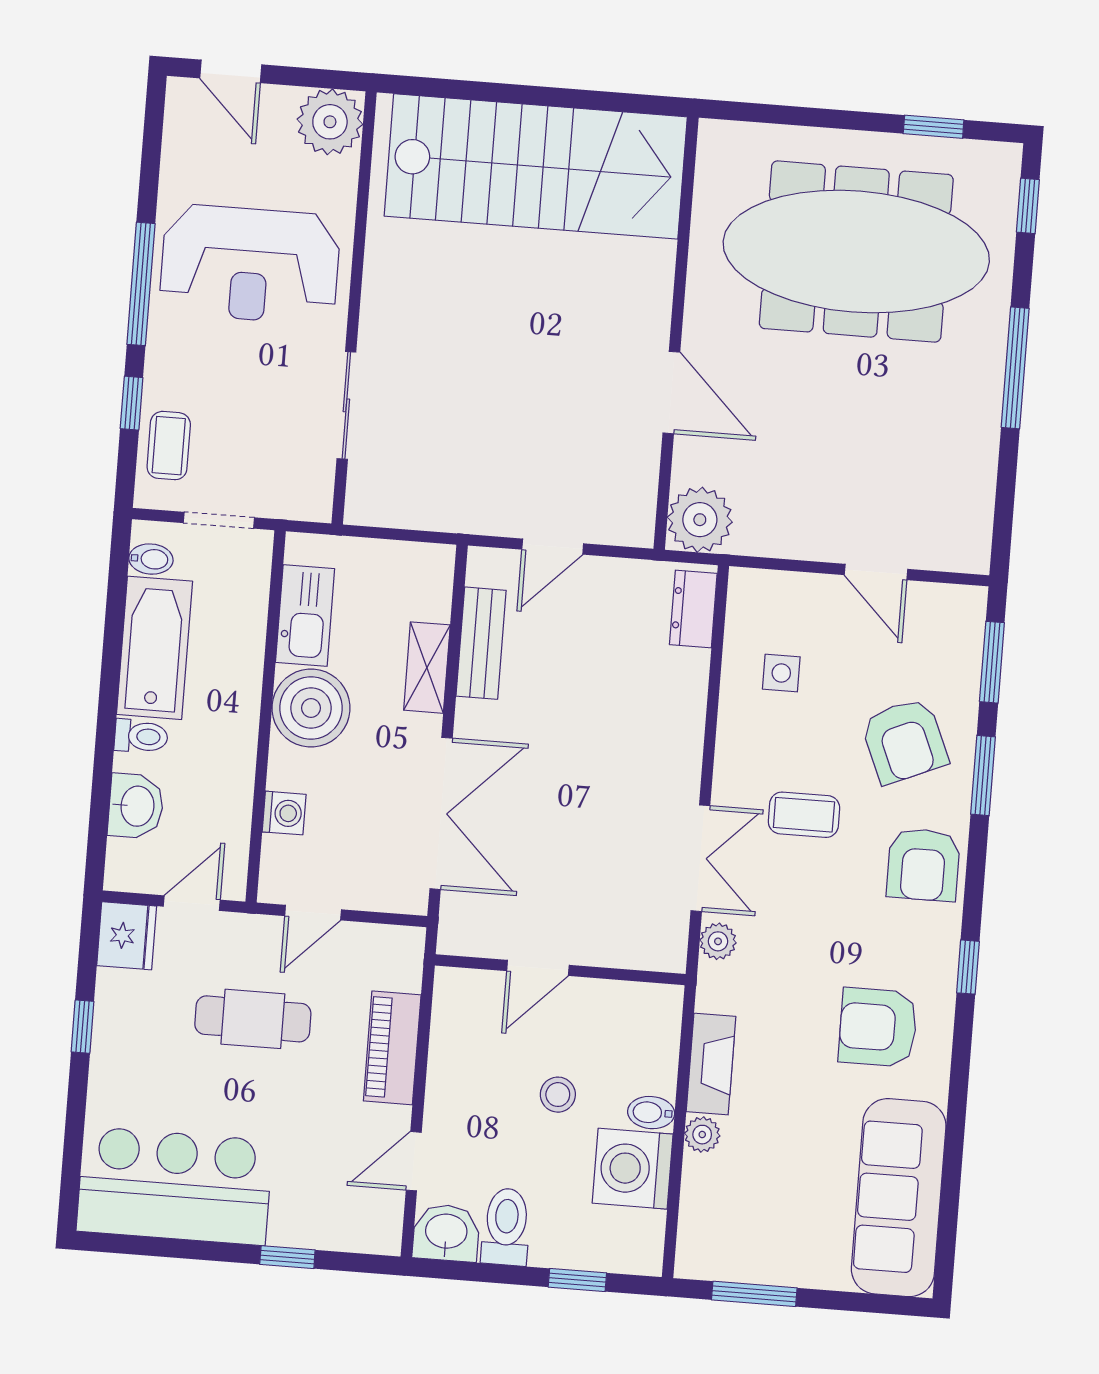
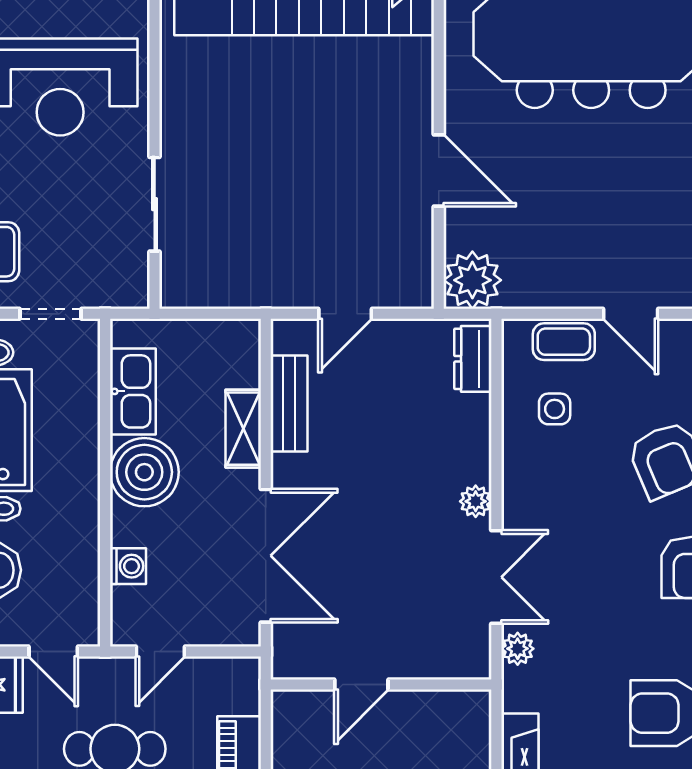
plant: (684, 771) -> (476, 501), added
coffee table: (804, 815) -> (564, 342), moved
door: (192, 903) -> (53, 652), swing flipped

